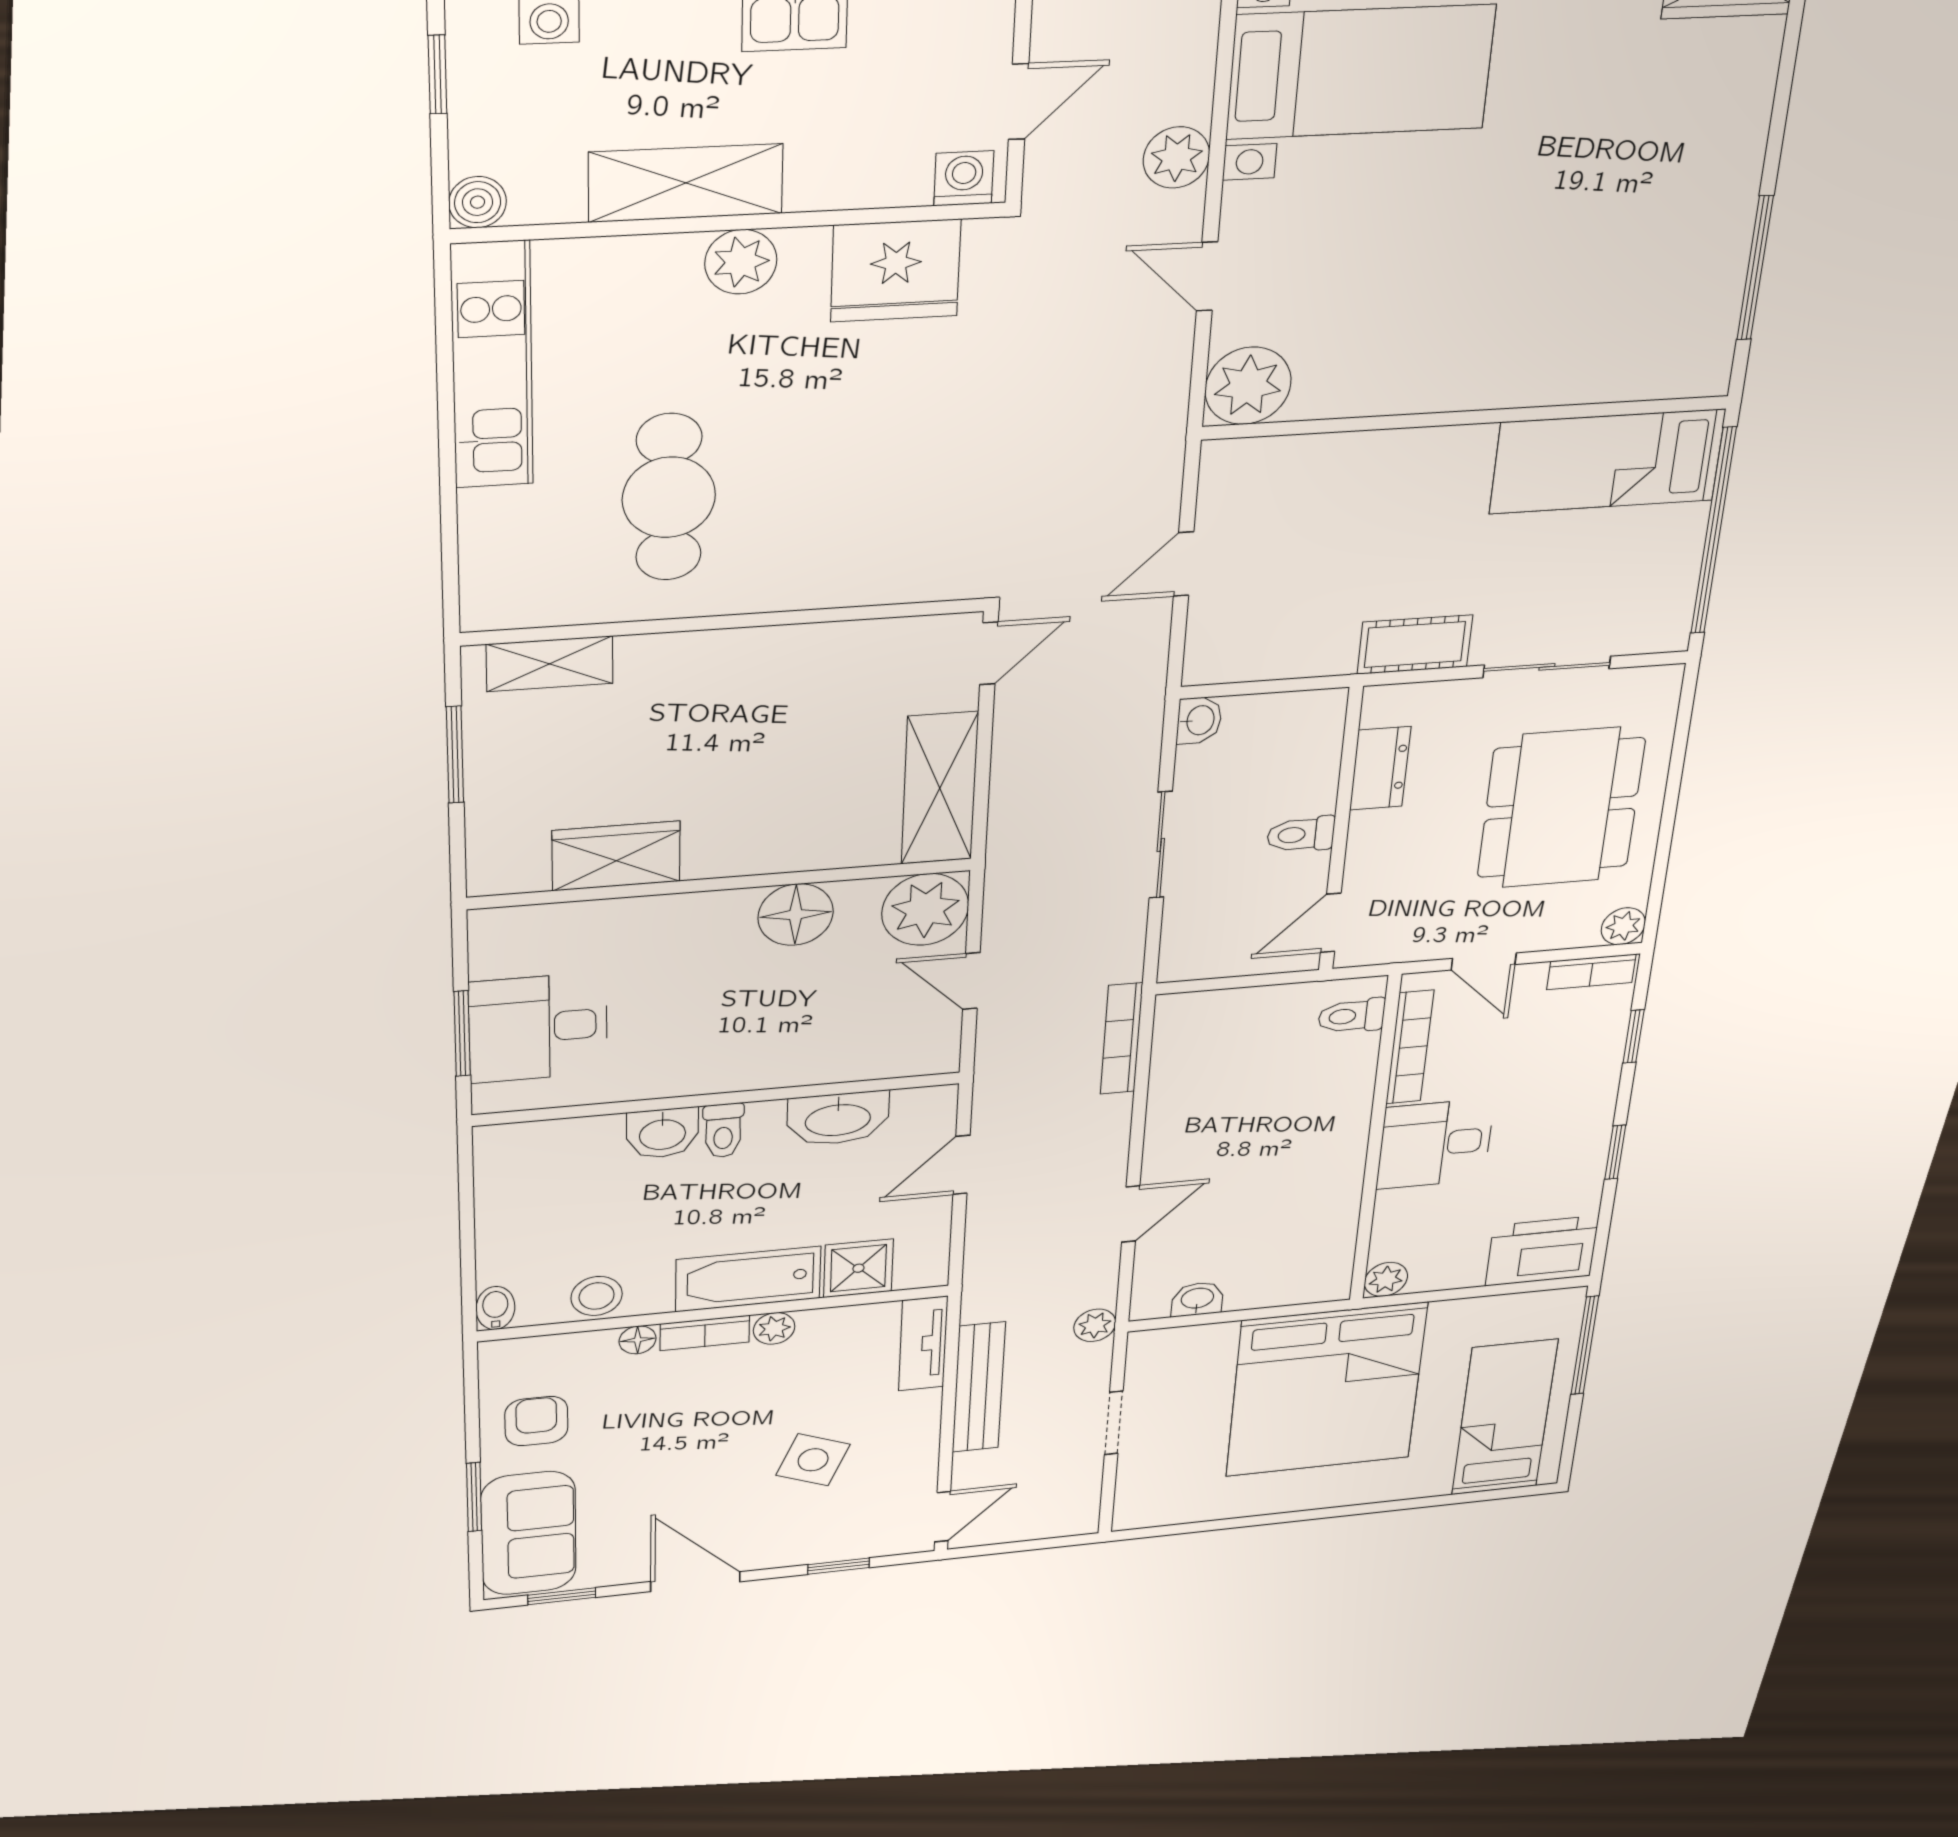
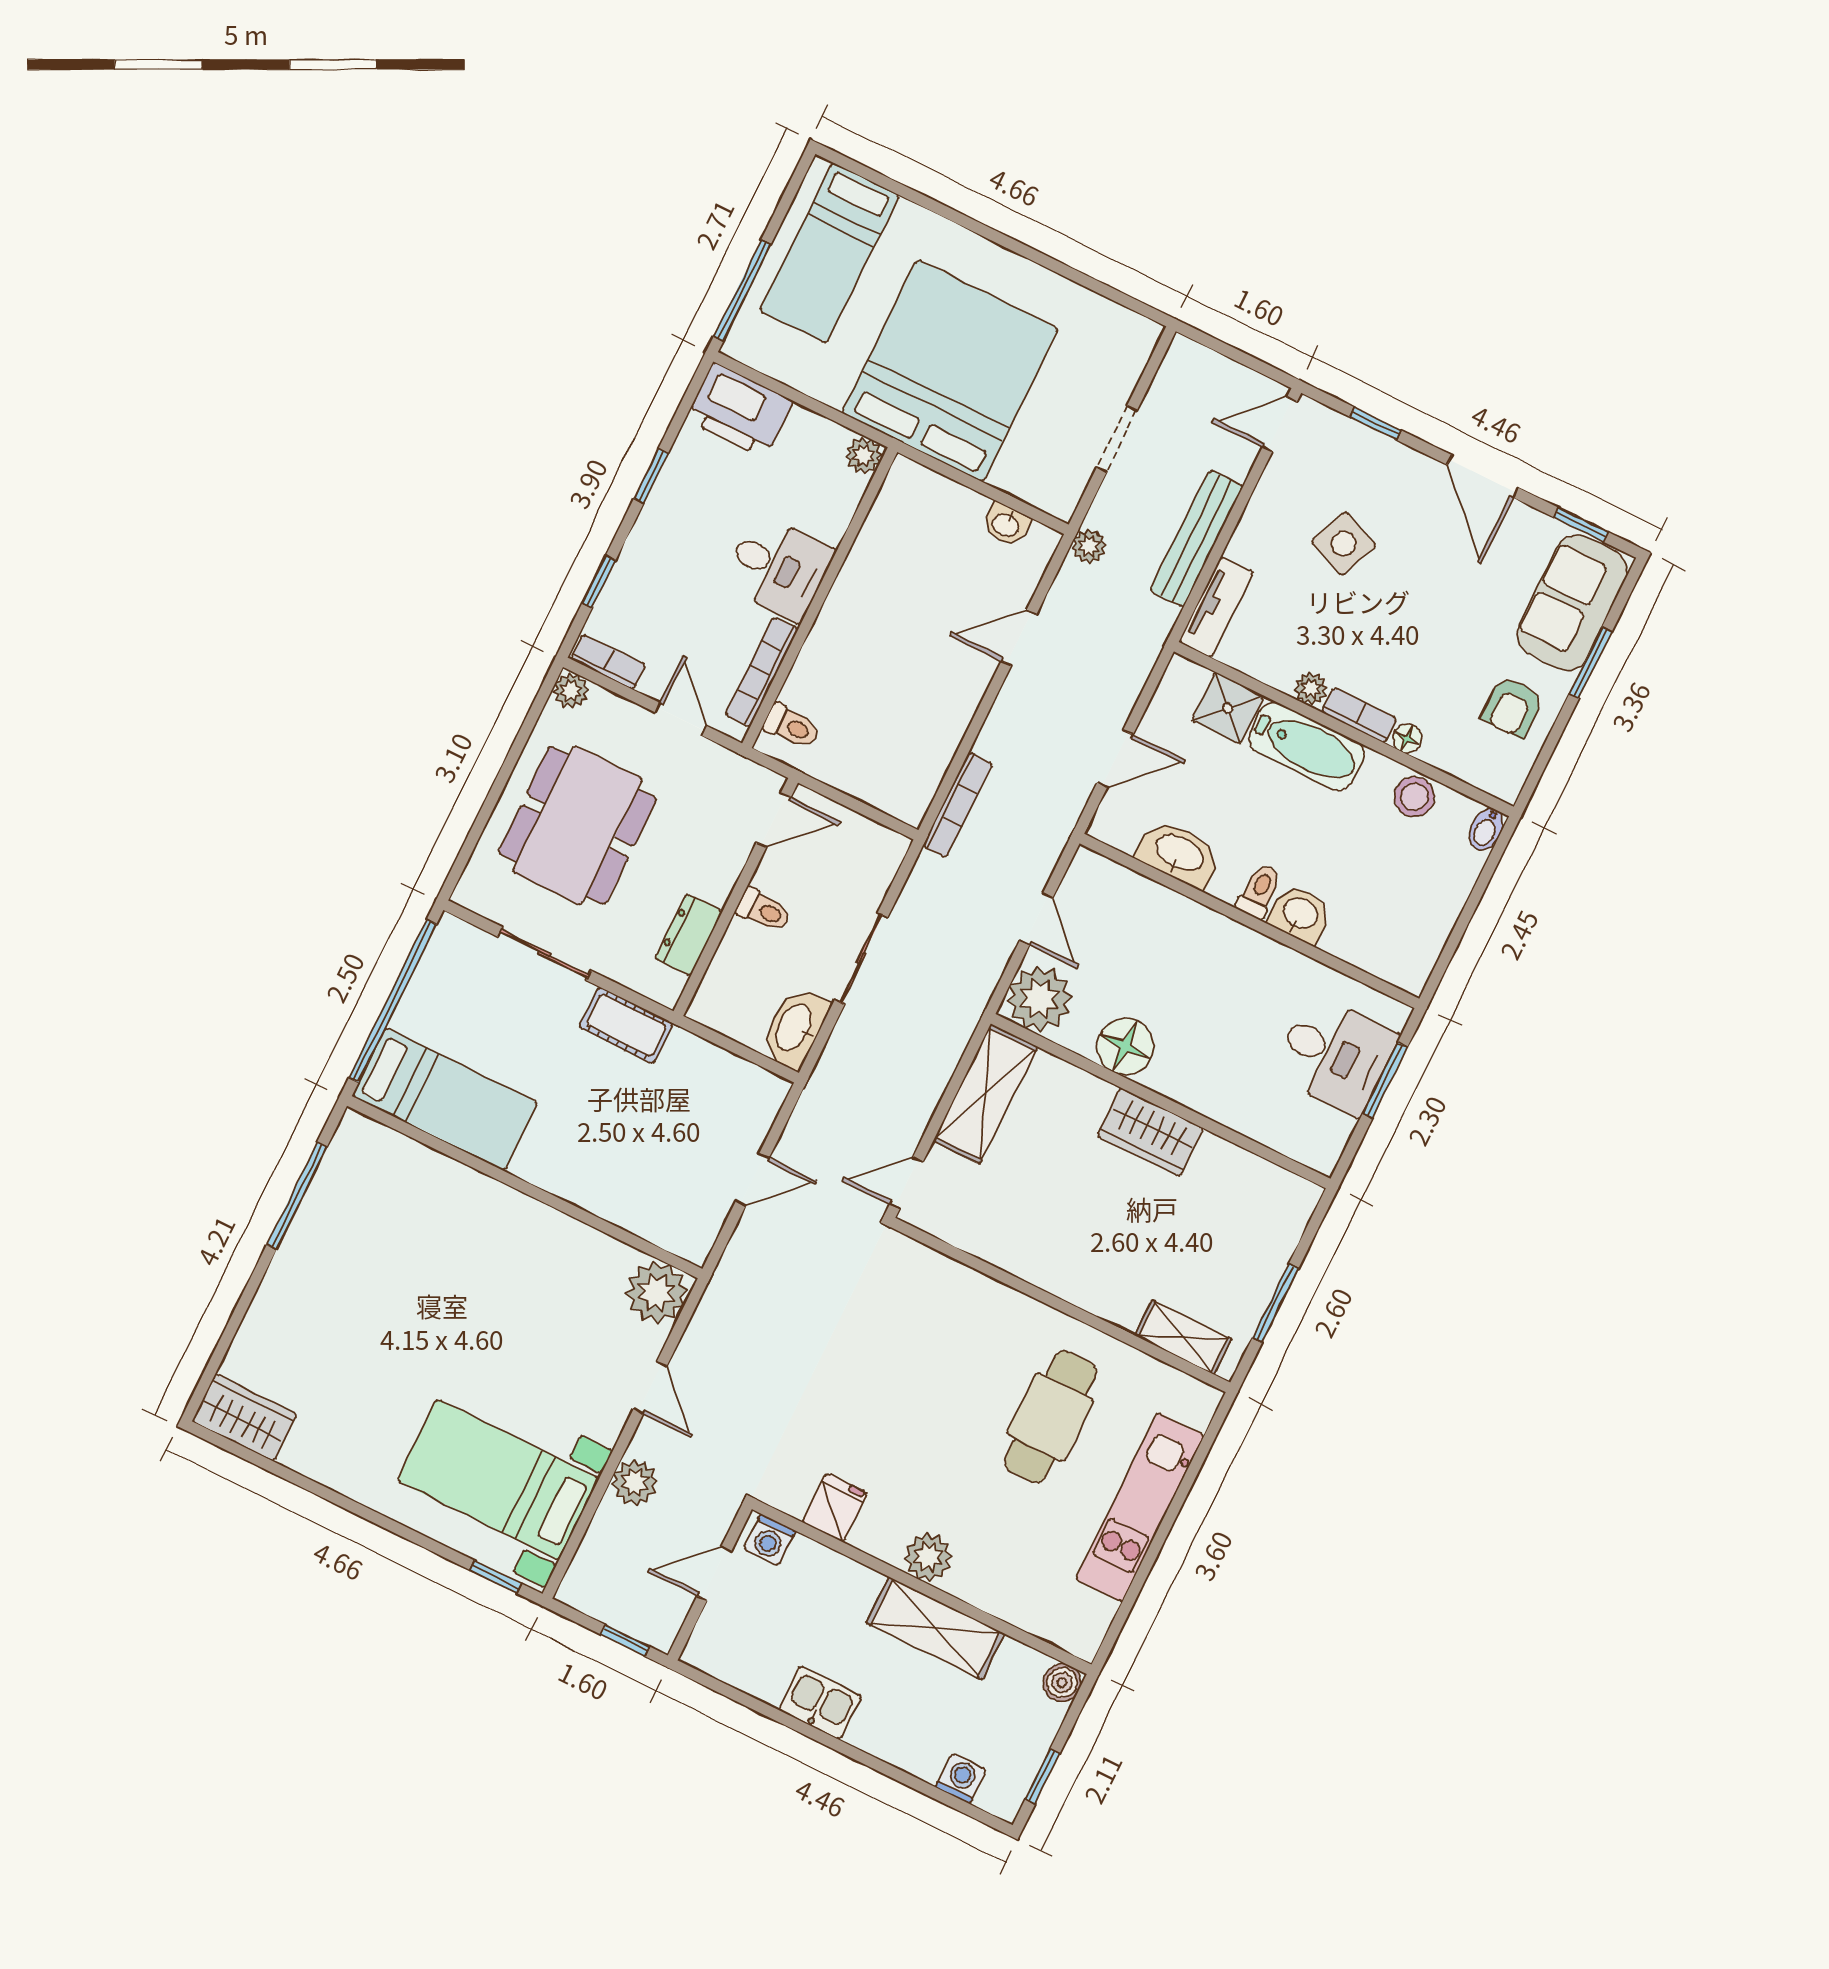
fridge: (896, 271) -> (835, 1508), width x0.53, depth x0.75
kitchen unit: (492, 366) -> (1140, 1507), moved
washbasin: (1199, 720) -> (795, 1028), width x1.91, depth x1.45
wardrobe: (616, 856) -> (1150, 1132), moved

